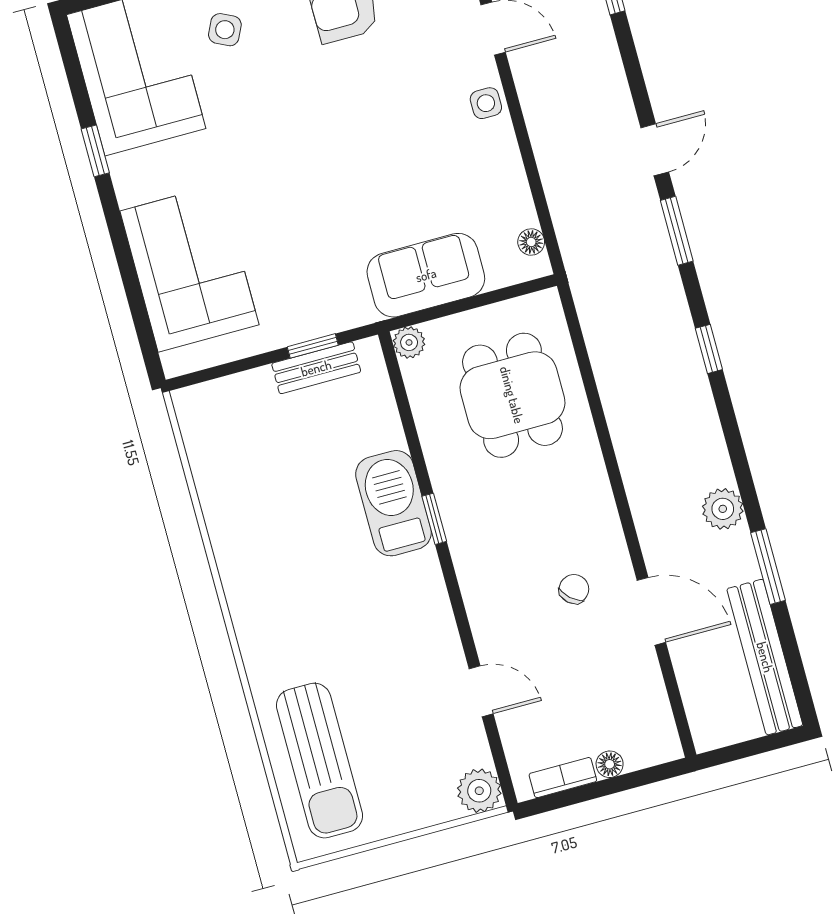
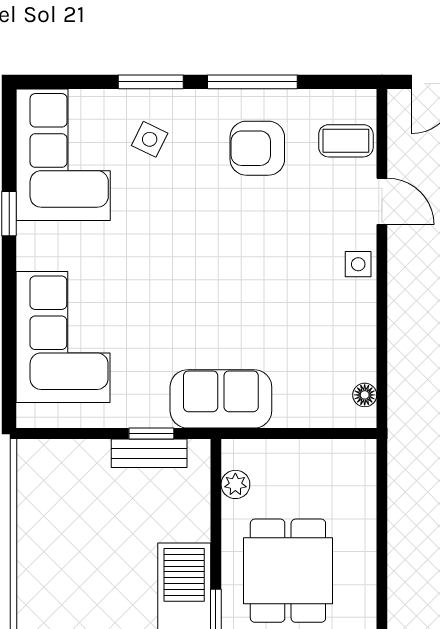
sofa: (426, 275) -> (221, 399), moved
plant: (409, 342) -> (235, 484), moved
dining table: (512, 395) -> (288, 571), moved

